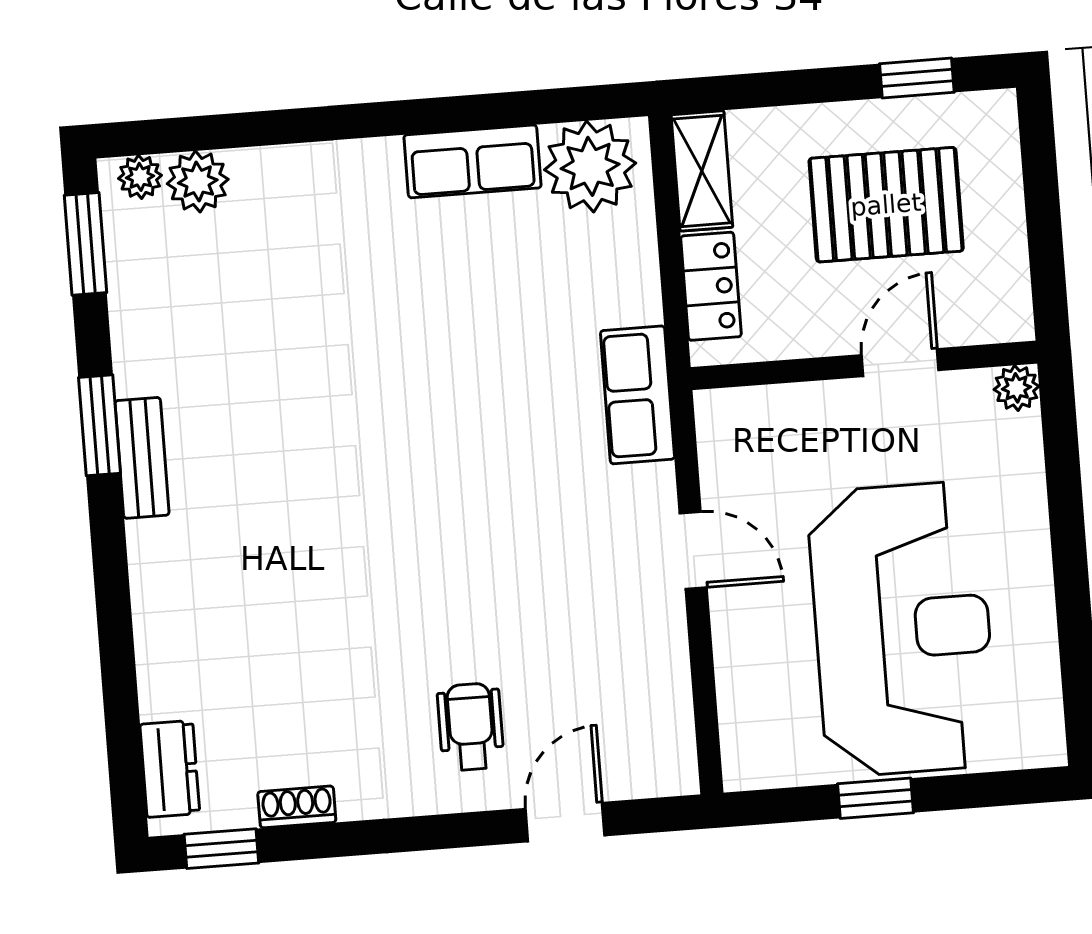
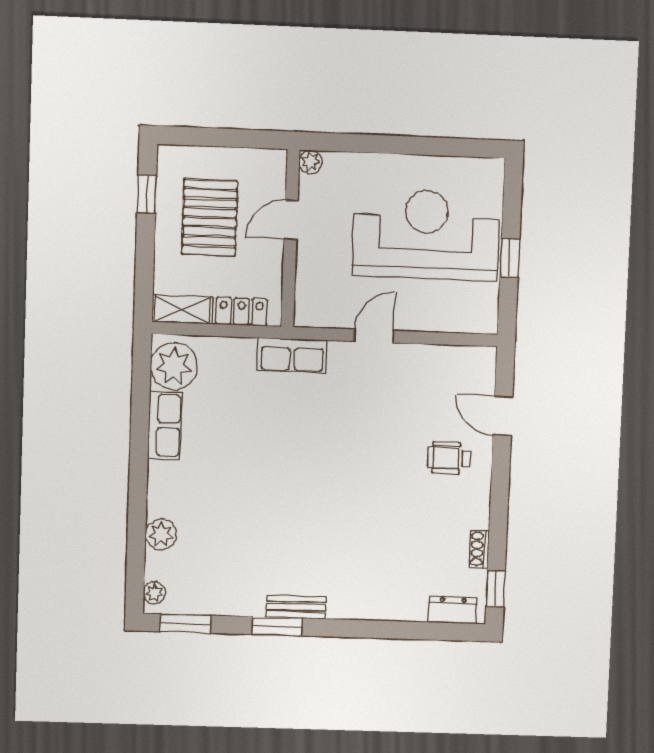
plant: (198, 182) -> (161, 535), moved
door: (900, 363) -> (291, 220), hinge flipped

